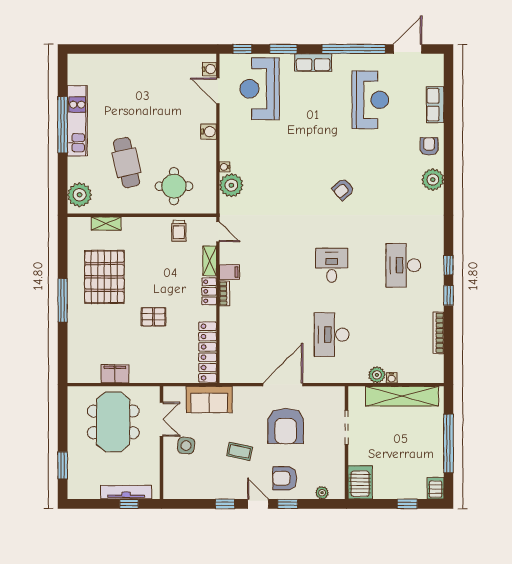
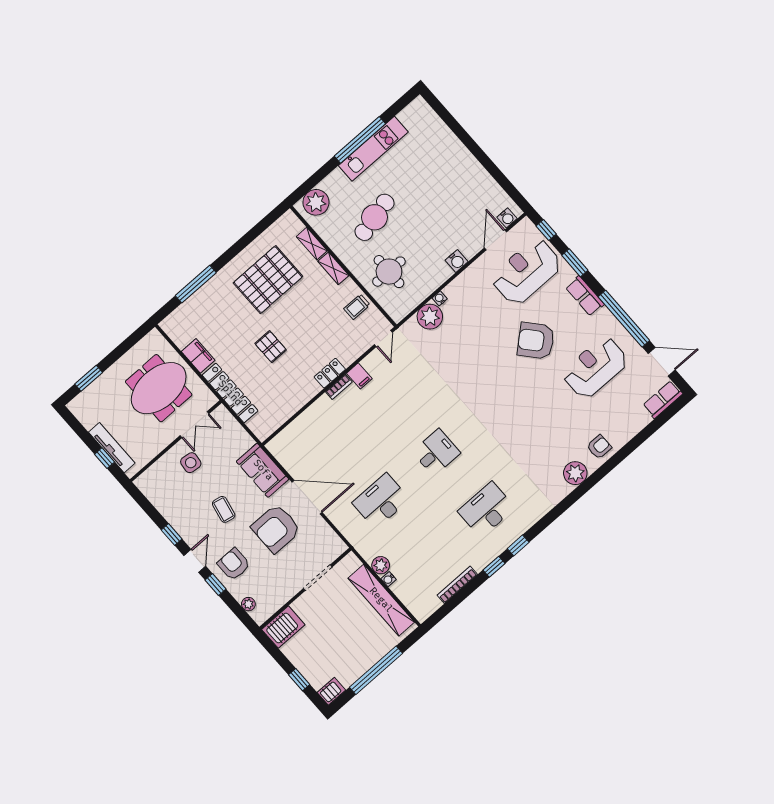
reception desk: (370, 100) -> (595, 368), turned 180
row of seats: (435, 105) -> (663, 400), moved
armchair: (343, 189) -> (536, 341), moved, width x1.88, depth x1.88
shelving: (210, 261) -> (333, 268), moved, turned 90
window: (63, 300) -> (196, 284), moved
locker: (208, 352) -> (230, 393), moved, turned 90
sofa: (209, 399) -> (263, 470), moved

